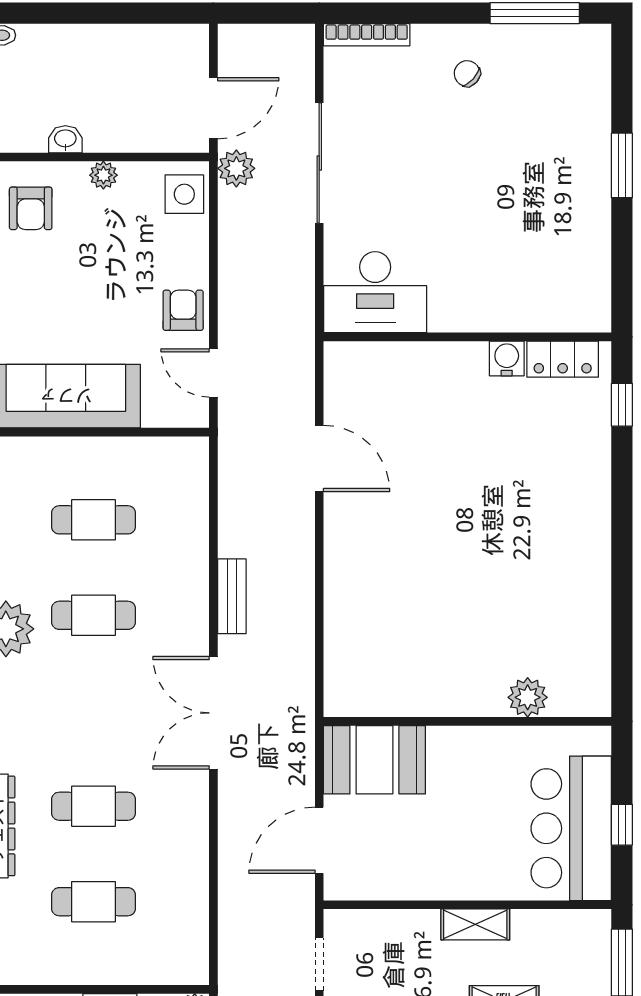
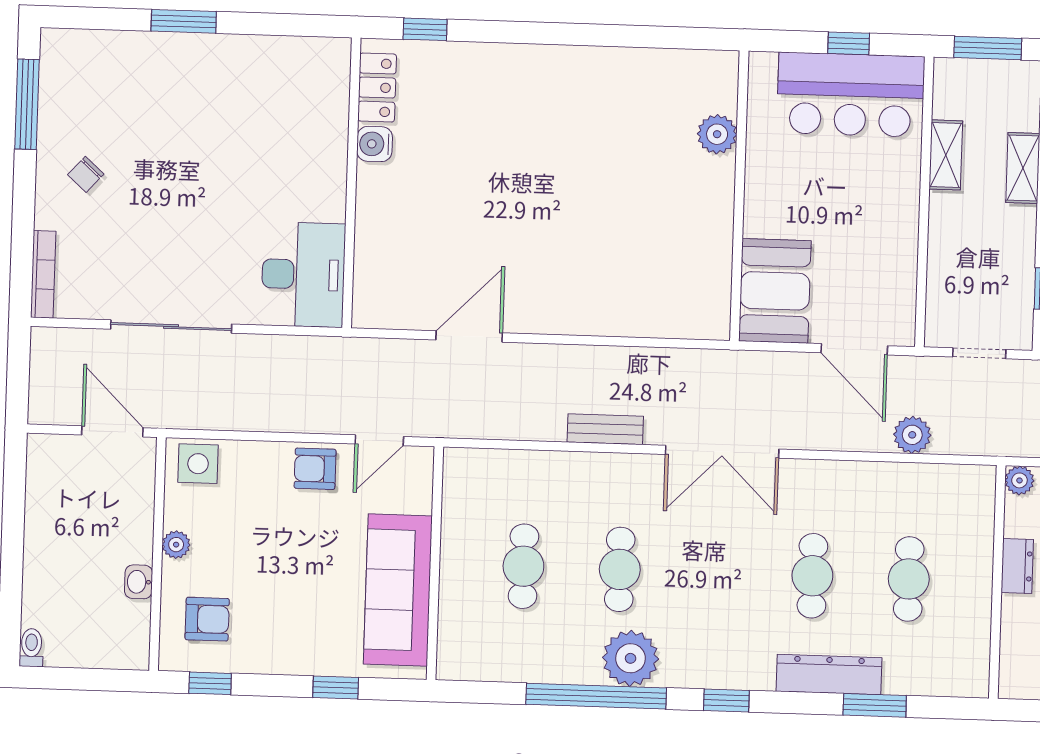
plant: (236, 168) -> (912, 435), moved
shelving: (475, 924) -> (946, 155), moved

